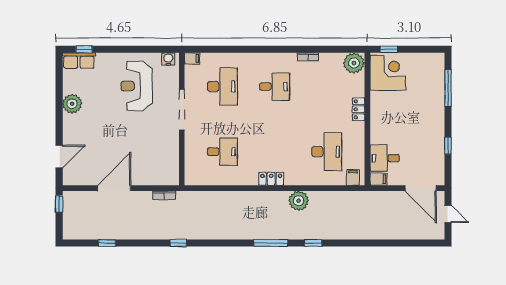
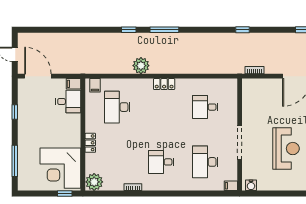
corner desk: (388, 73) -> (60, 168), width x1.36, depth x1.36
reception desk: (136, 86) -> (286, 149), moved

